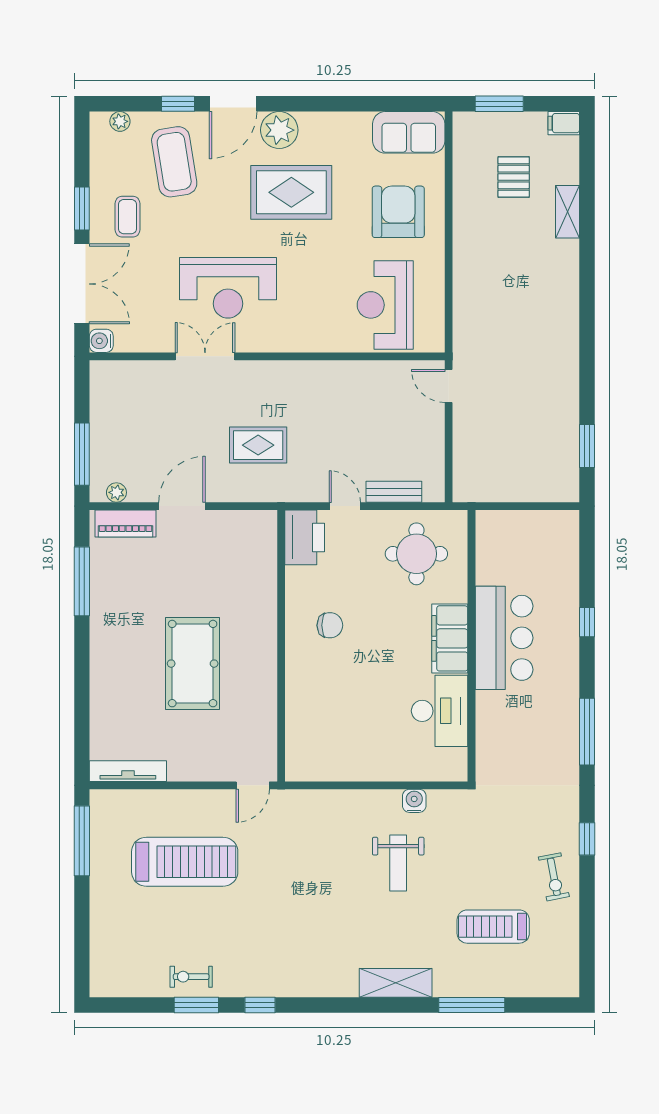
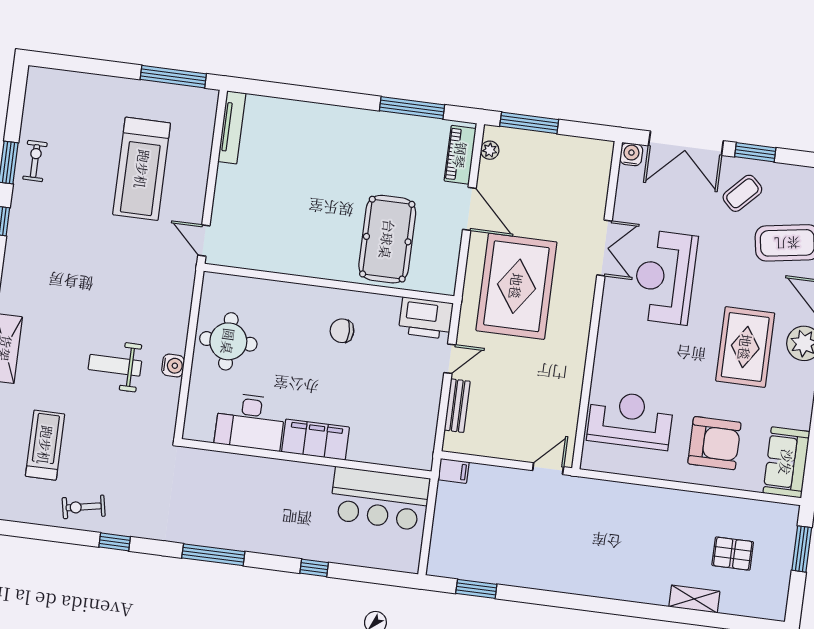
filing cabinet: (564, 123) -> (453, 471), moved, turned 90
coffee table: (128, 217) -> (742, 193), turned -46
rug: (258, 445) -> (516, 286), width x1.86, depth x2.06
round table: (416, 554) -> (228, 341), moved
chair: (330, 625) -> (342, 331), turned 90
bar counter: (504, 638) -> (380, 499), moved
pool table: (193, 664) -> (387, 239), moved, turned 90
water cooler: (414, 801) -> (173, 366), moved

